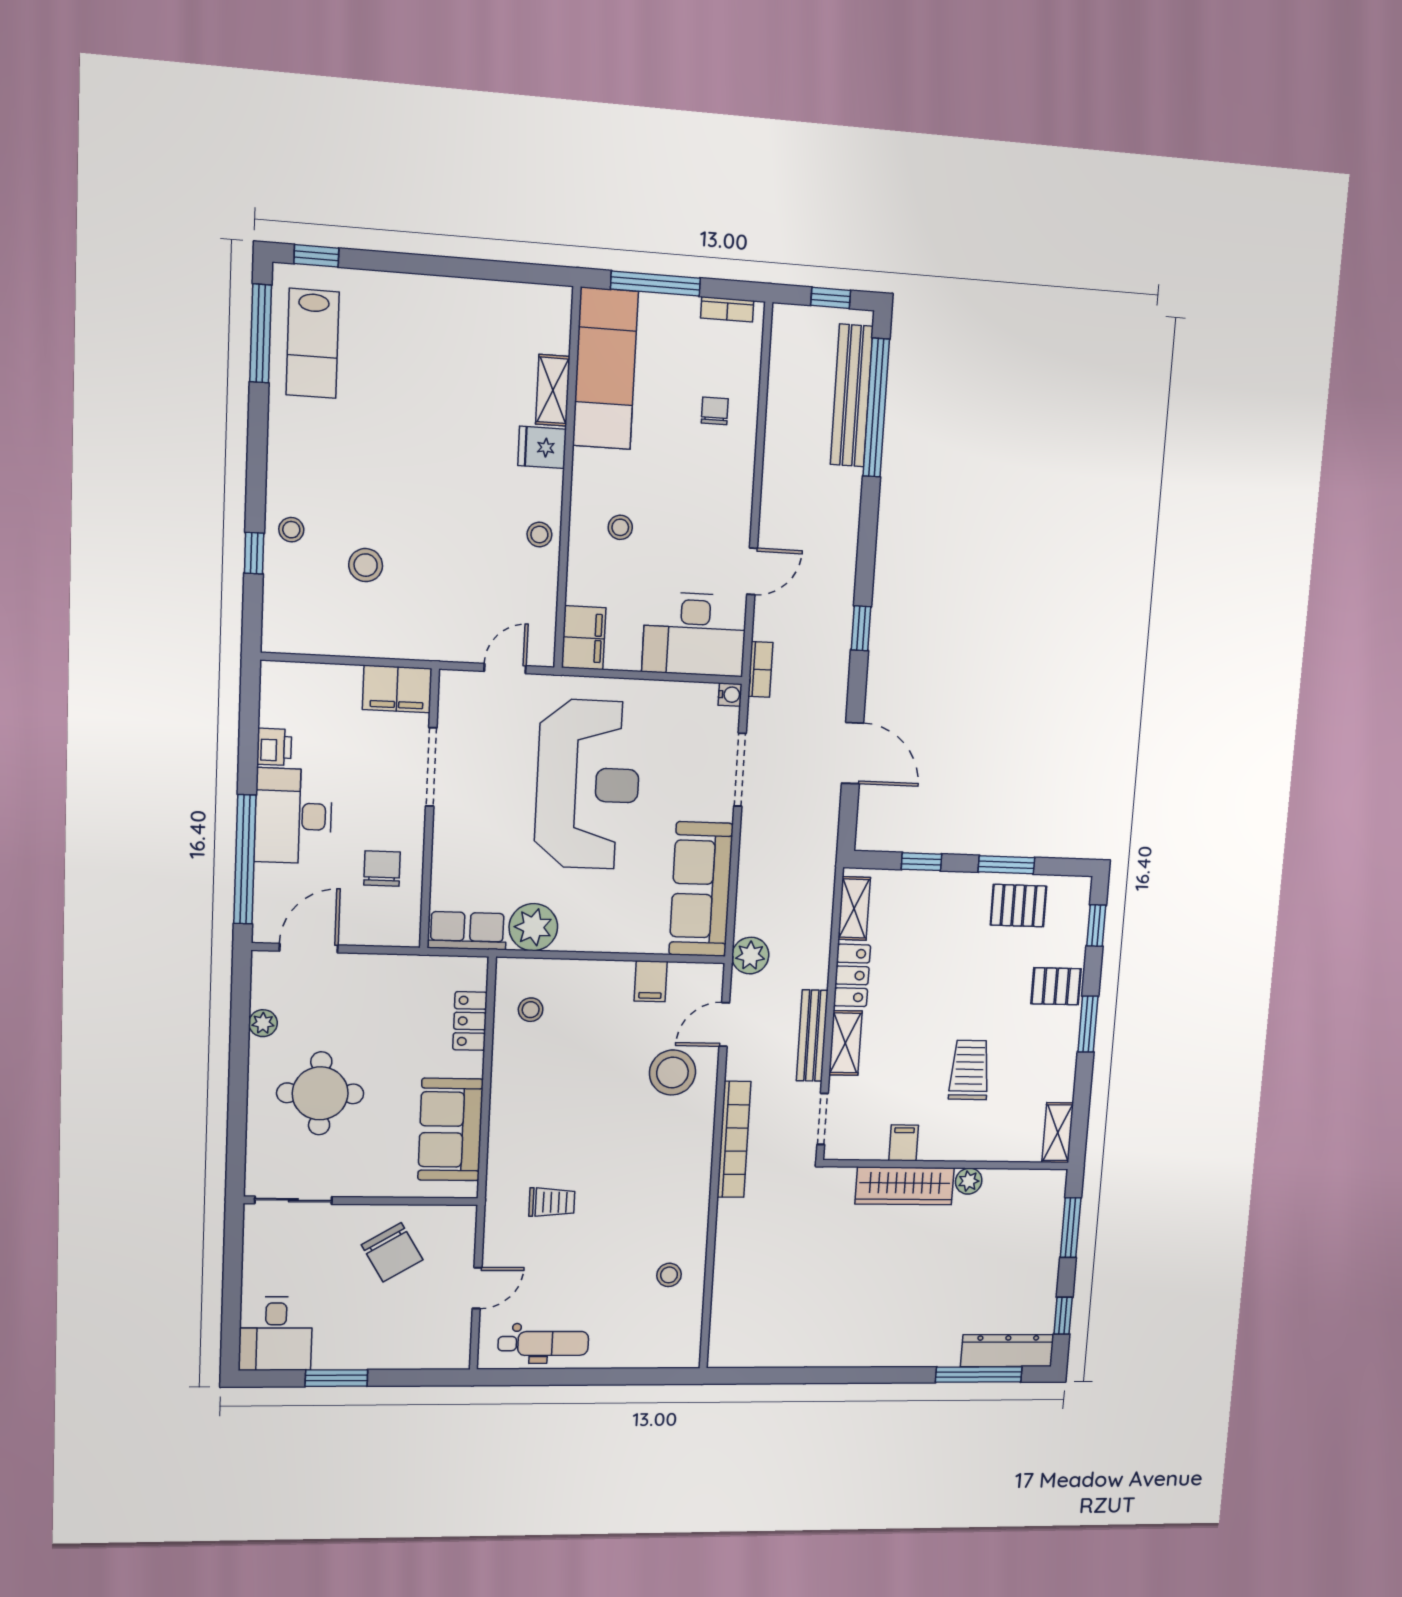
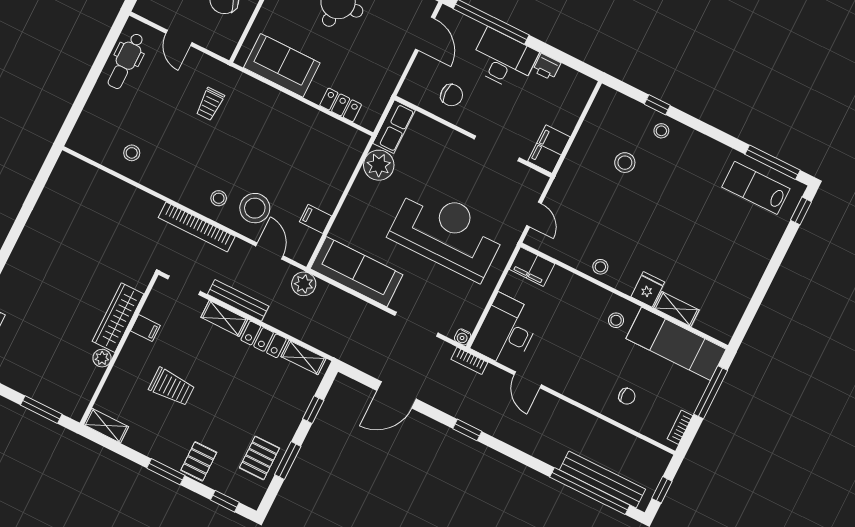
stool: (620, 527) -> (616, 320), moved
reception desk: (588, 784) -> (447, 233), turned 180
stool: (531, 1010) -> (219, 198), moved

